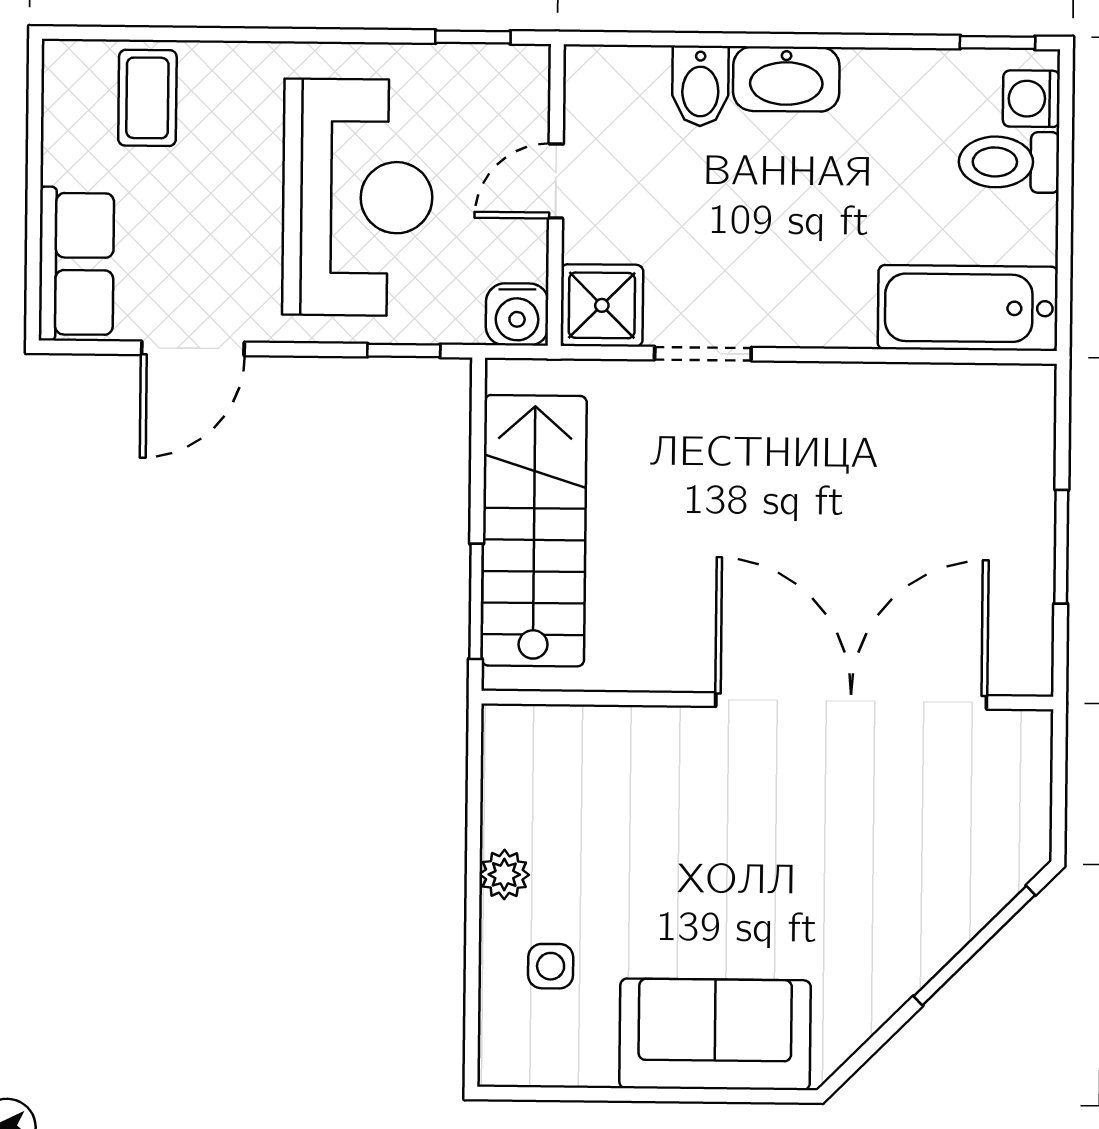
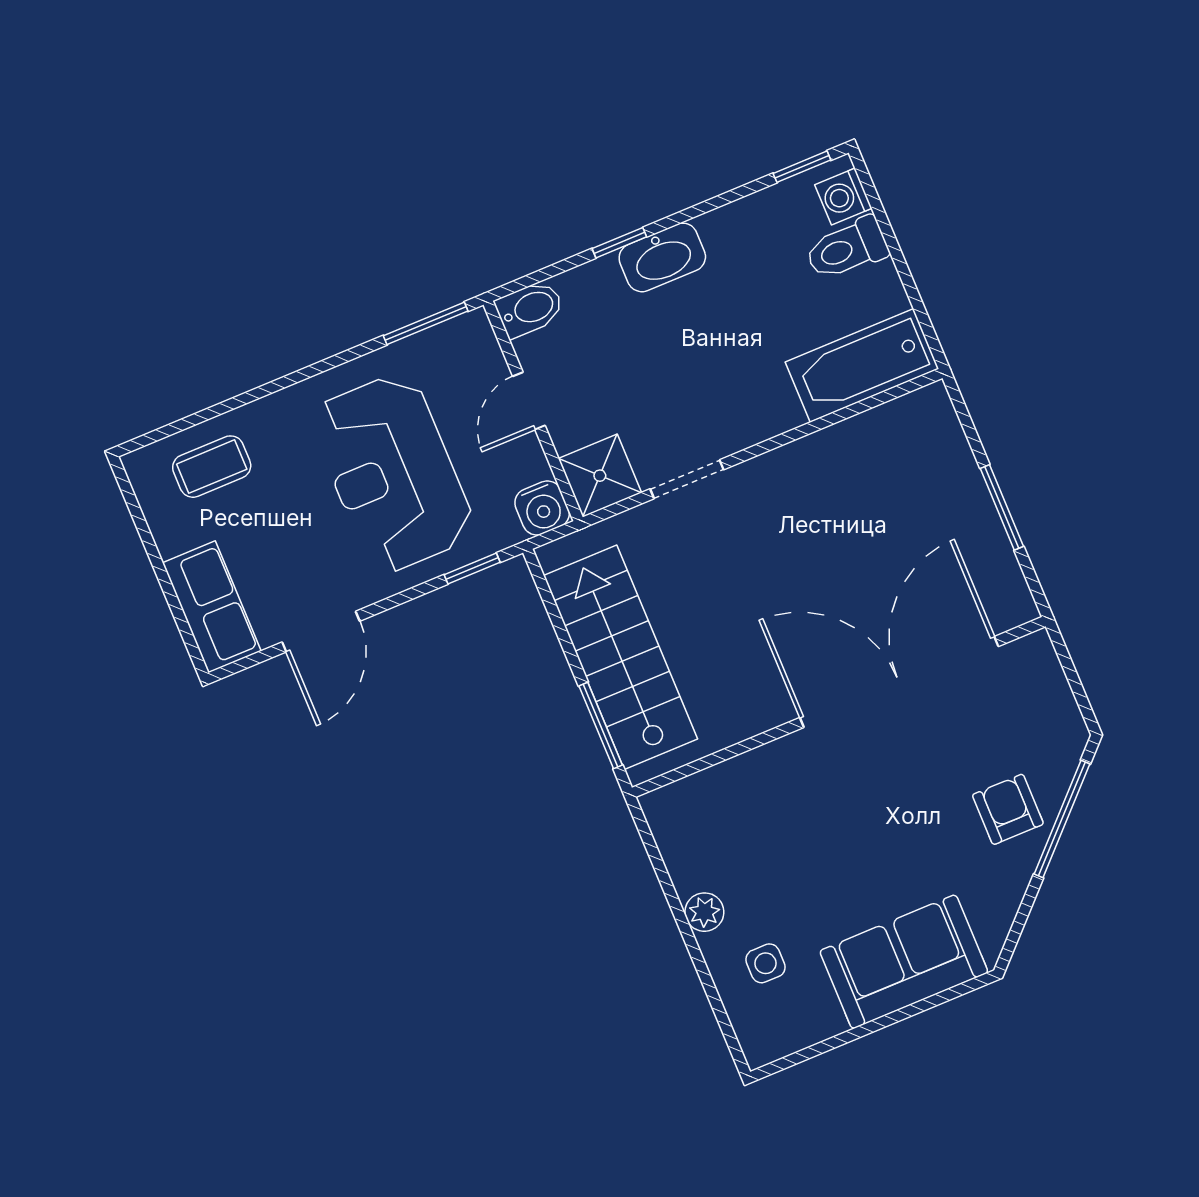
window: (473, 37) -> (426, 323), width x1.50
window: (743, 40) -> (619, 243), added
bidet: (700, 86) -> (530, 309), moved, turned -90
coffee table: (147, 98) -> (212, 467), turned 90
reception desk: (358, 197) -> (392, 473), turned 180
armchair: (915, 907) -> (1008, 809), added

